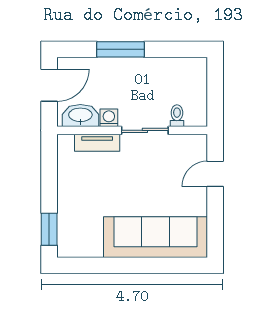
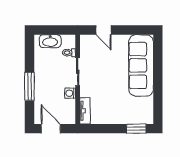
washbasin: (80, 115) -> (50, 41), moved, turned -90
tv unit: (97, 143) -> (85, 111), moved

